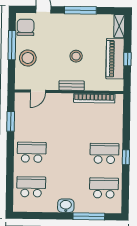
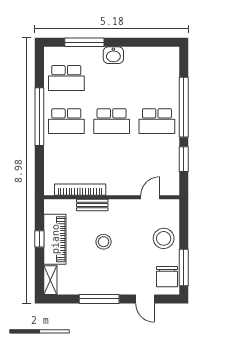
window: (12, 45) -> (184, 268), moved
bench: (72, 86) -> (92, 205), moved
window: (126, 157) -> (39, 117), width x3.17
window: (10, 163) -> (184, 107), added
school desk: (31, 187) -> (112, 121), moved

